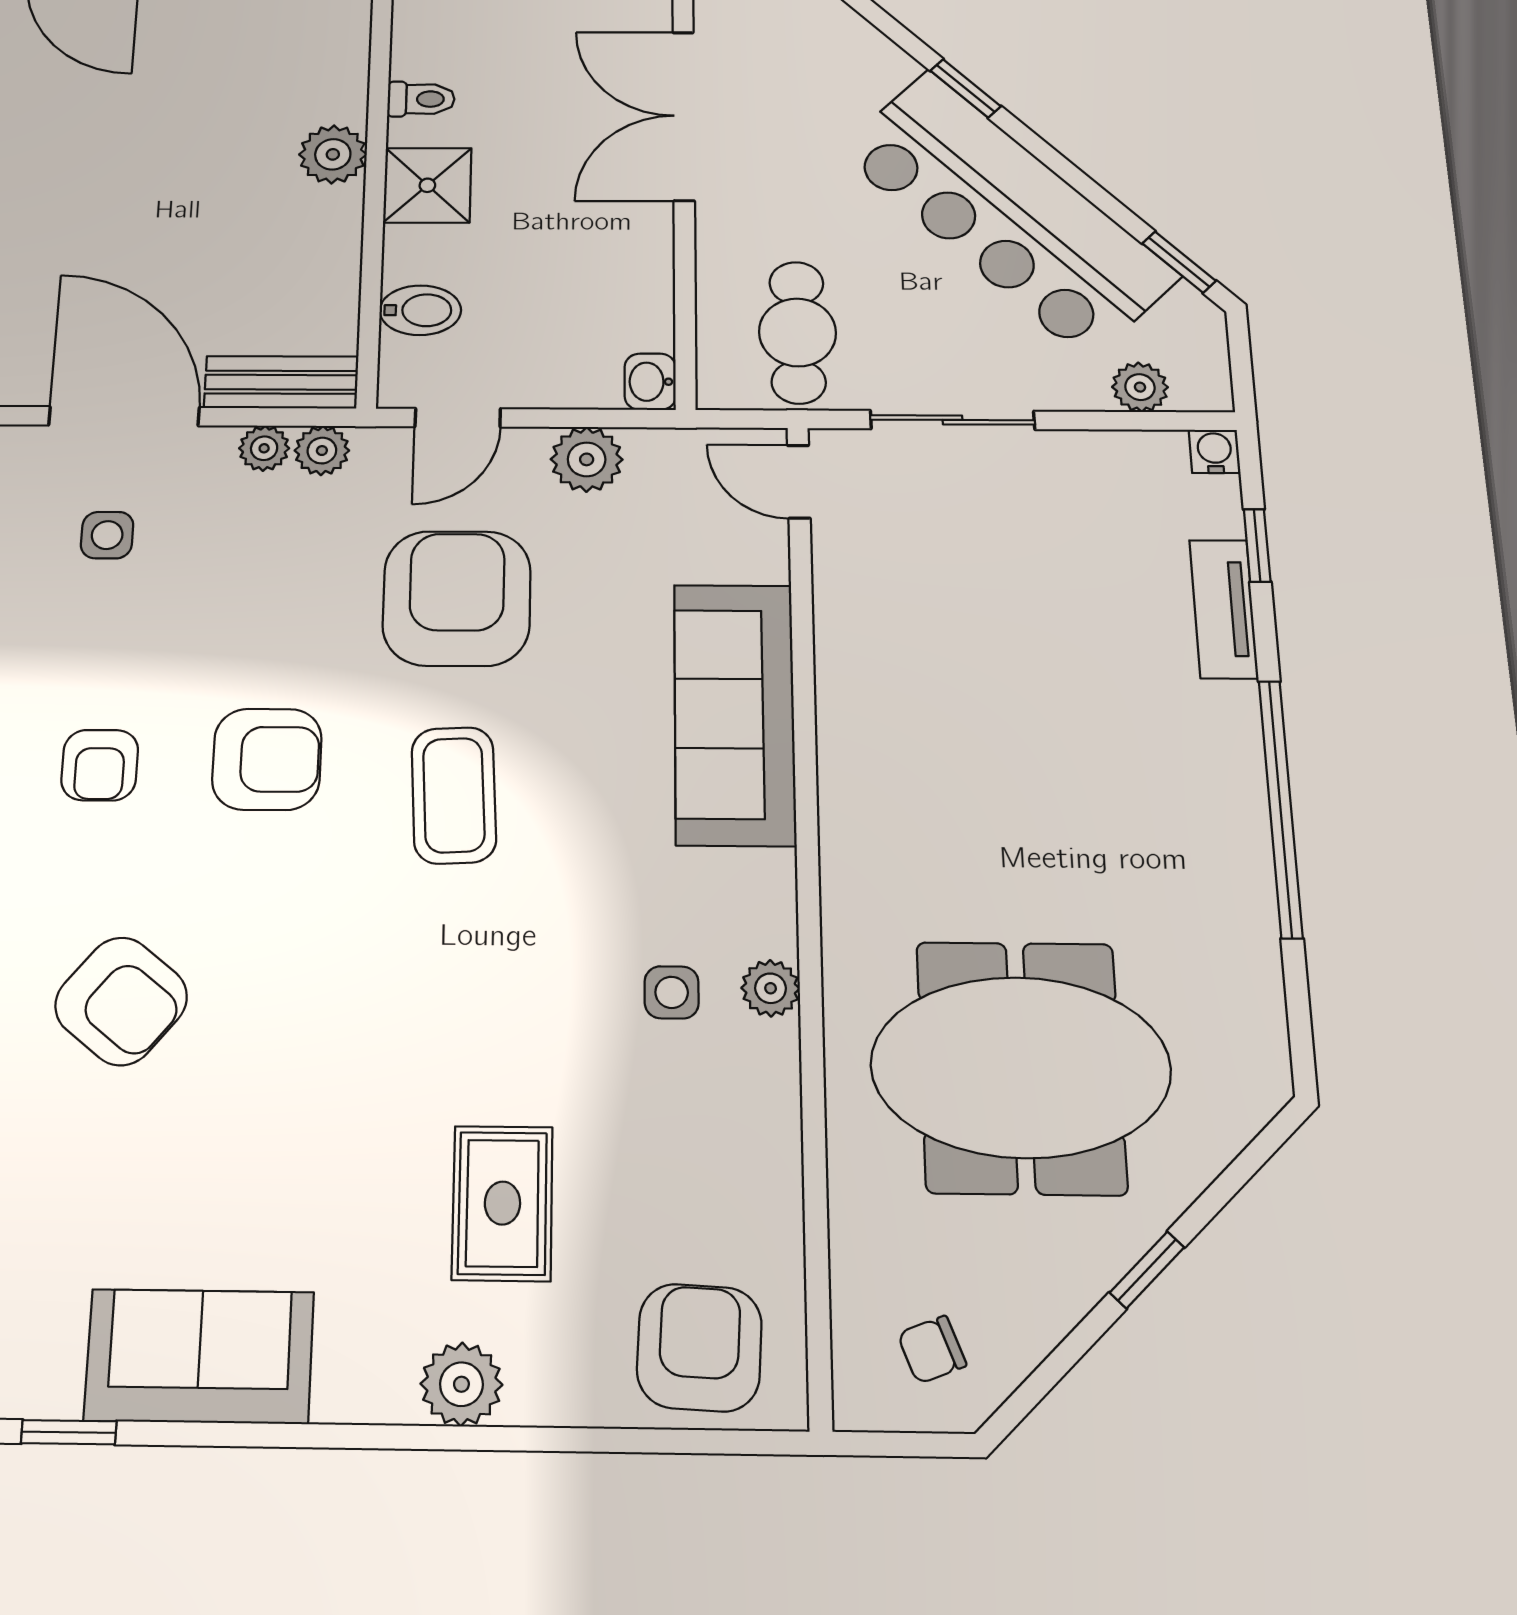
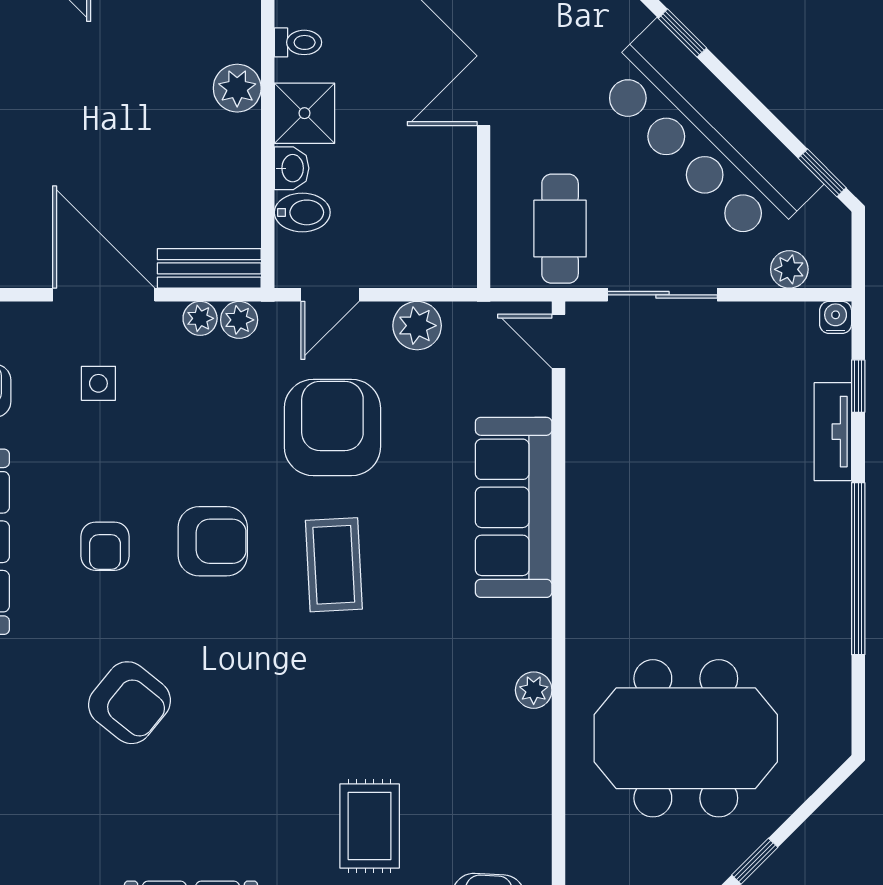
washbasin: (650, 382) -> (292, 168), moved, turned 180
side table: (672, 992) -> (472, 693), removed

